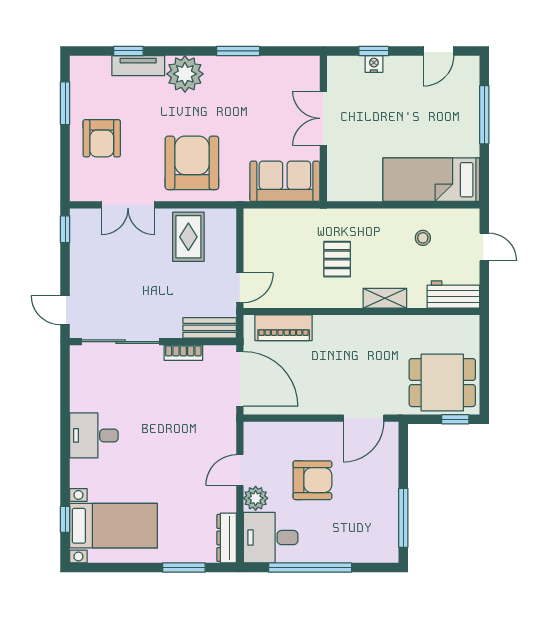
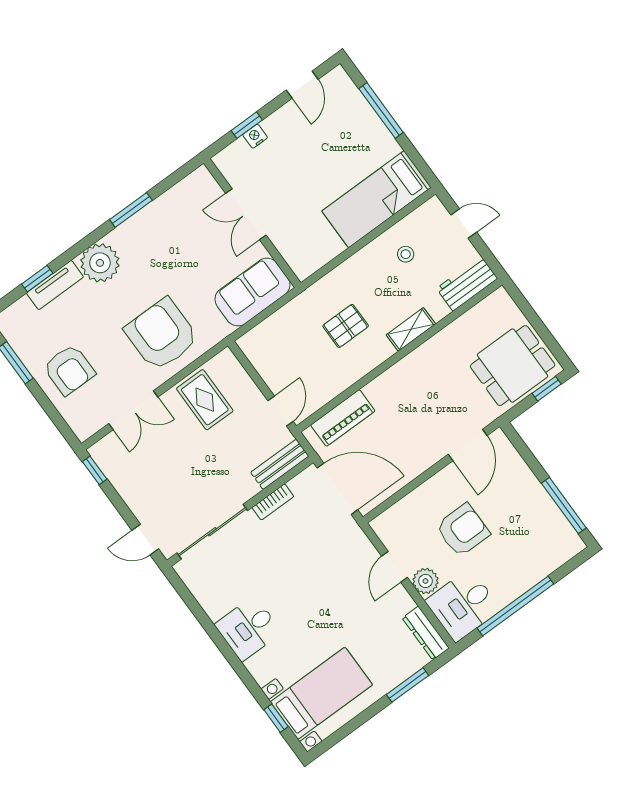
pallet: (337, 259) -> (346, 326), turned 90

